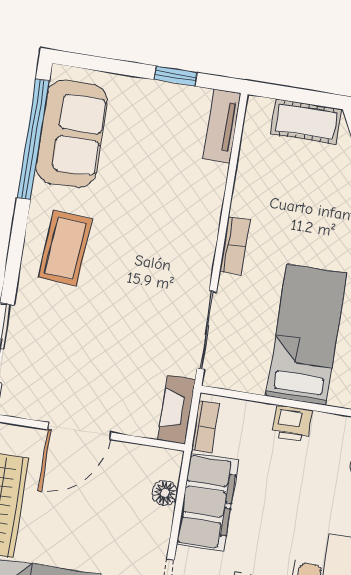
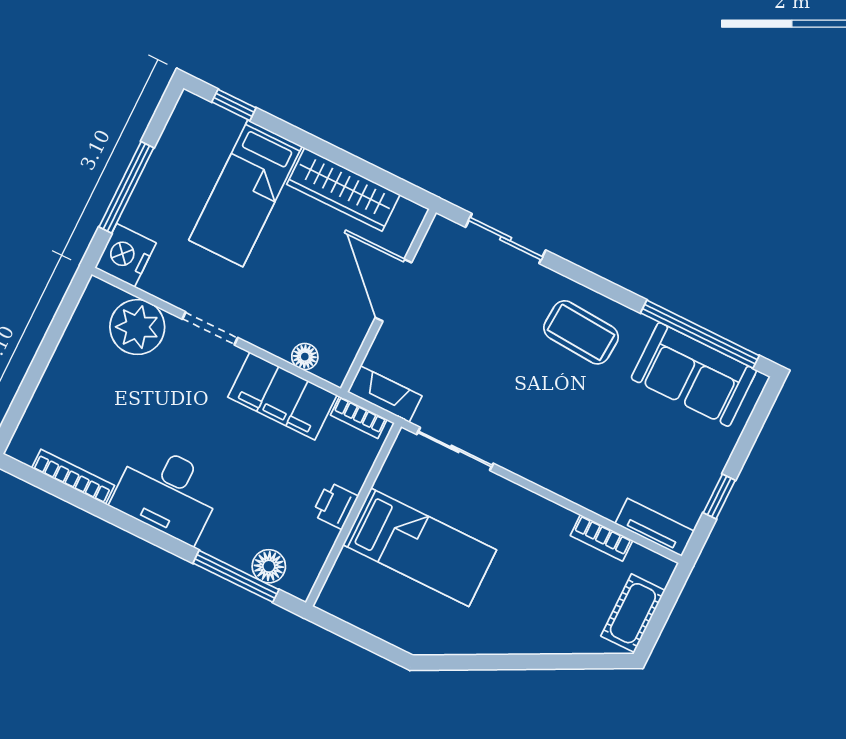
bookcase: (235, 246) -> (601, 538), moved

